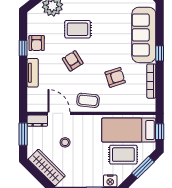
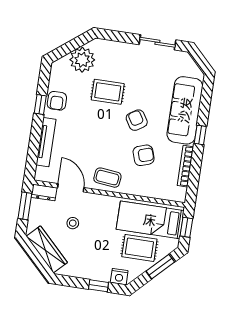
armchair: (73, 61) -> (137, 120), moved
tv unit: (33, 73) -> (46, 142), width x1.41

